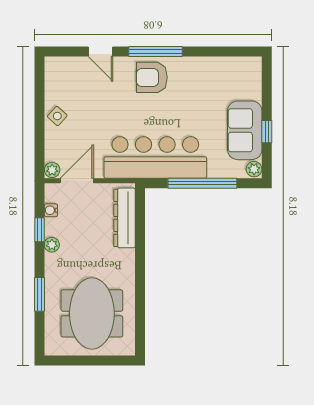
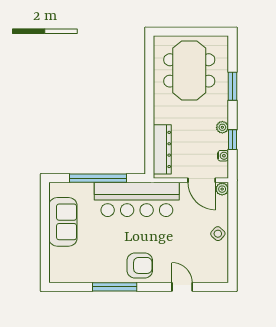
window: (155, 52) -> (115, 287), moved
window: (267, 132) -> (45, 221), removed
plant: (254, 169) -> (55, 190), removed
door: (77, 181) -> (202, 180), hinge flipped

